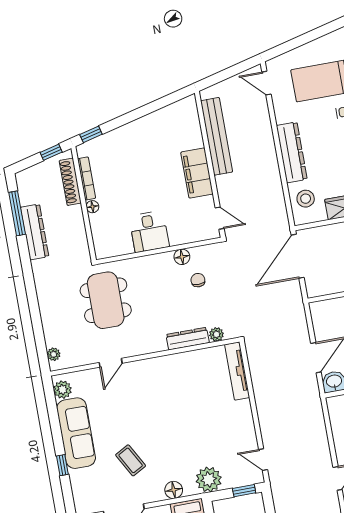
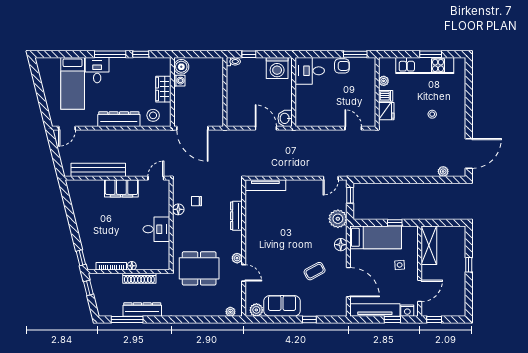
shoe rack: (70, 182) -> (139, 278), moved
plant: (216, 334) -> (237, 258), moved
sofa: (76, 433) -> (282, 306), width x0.73

